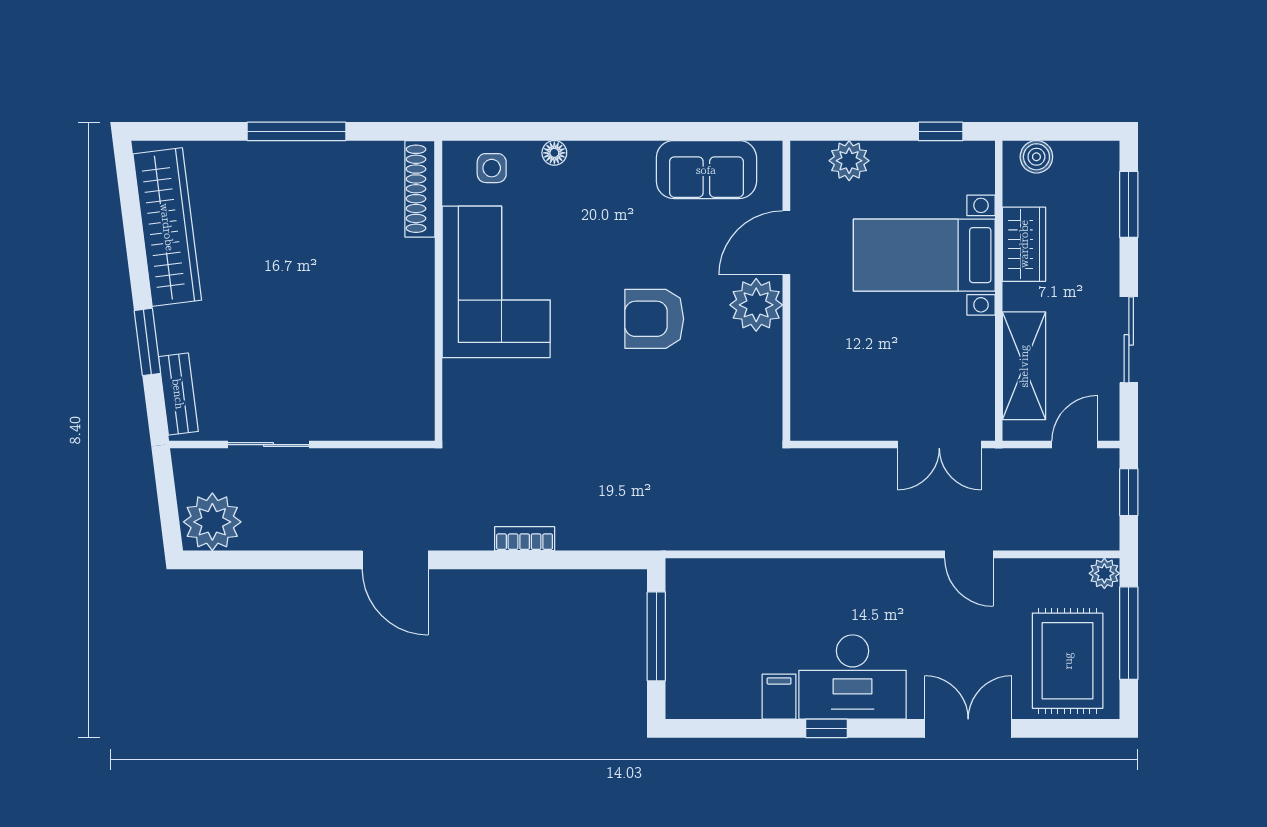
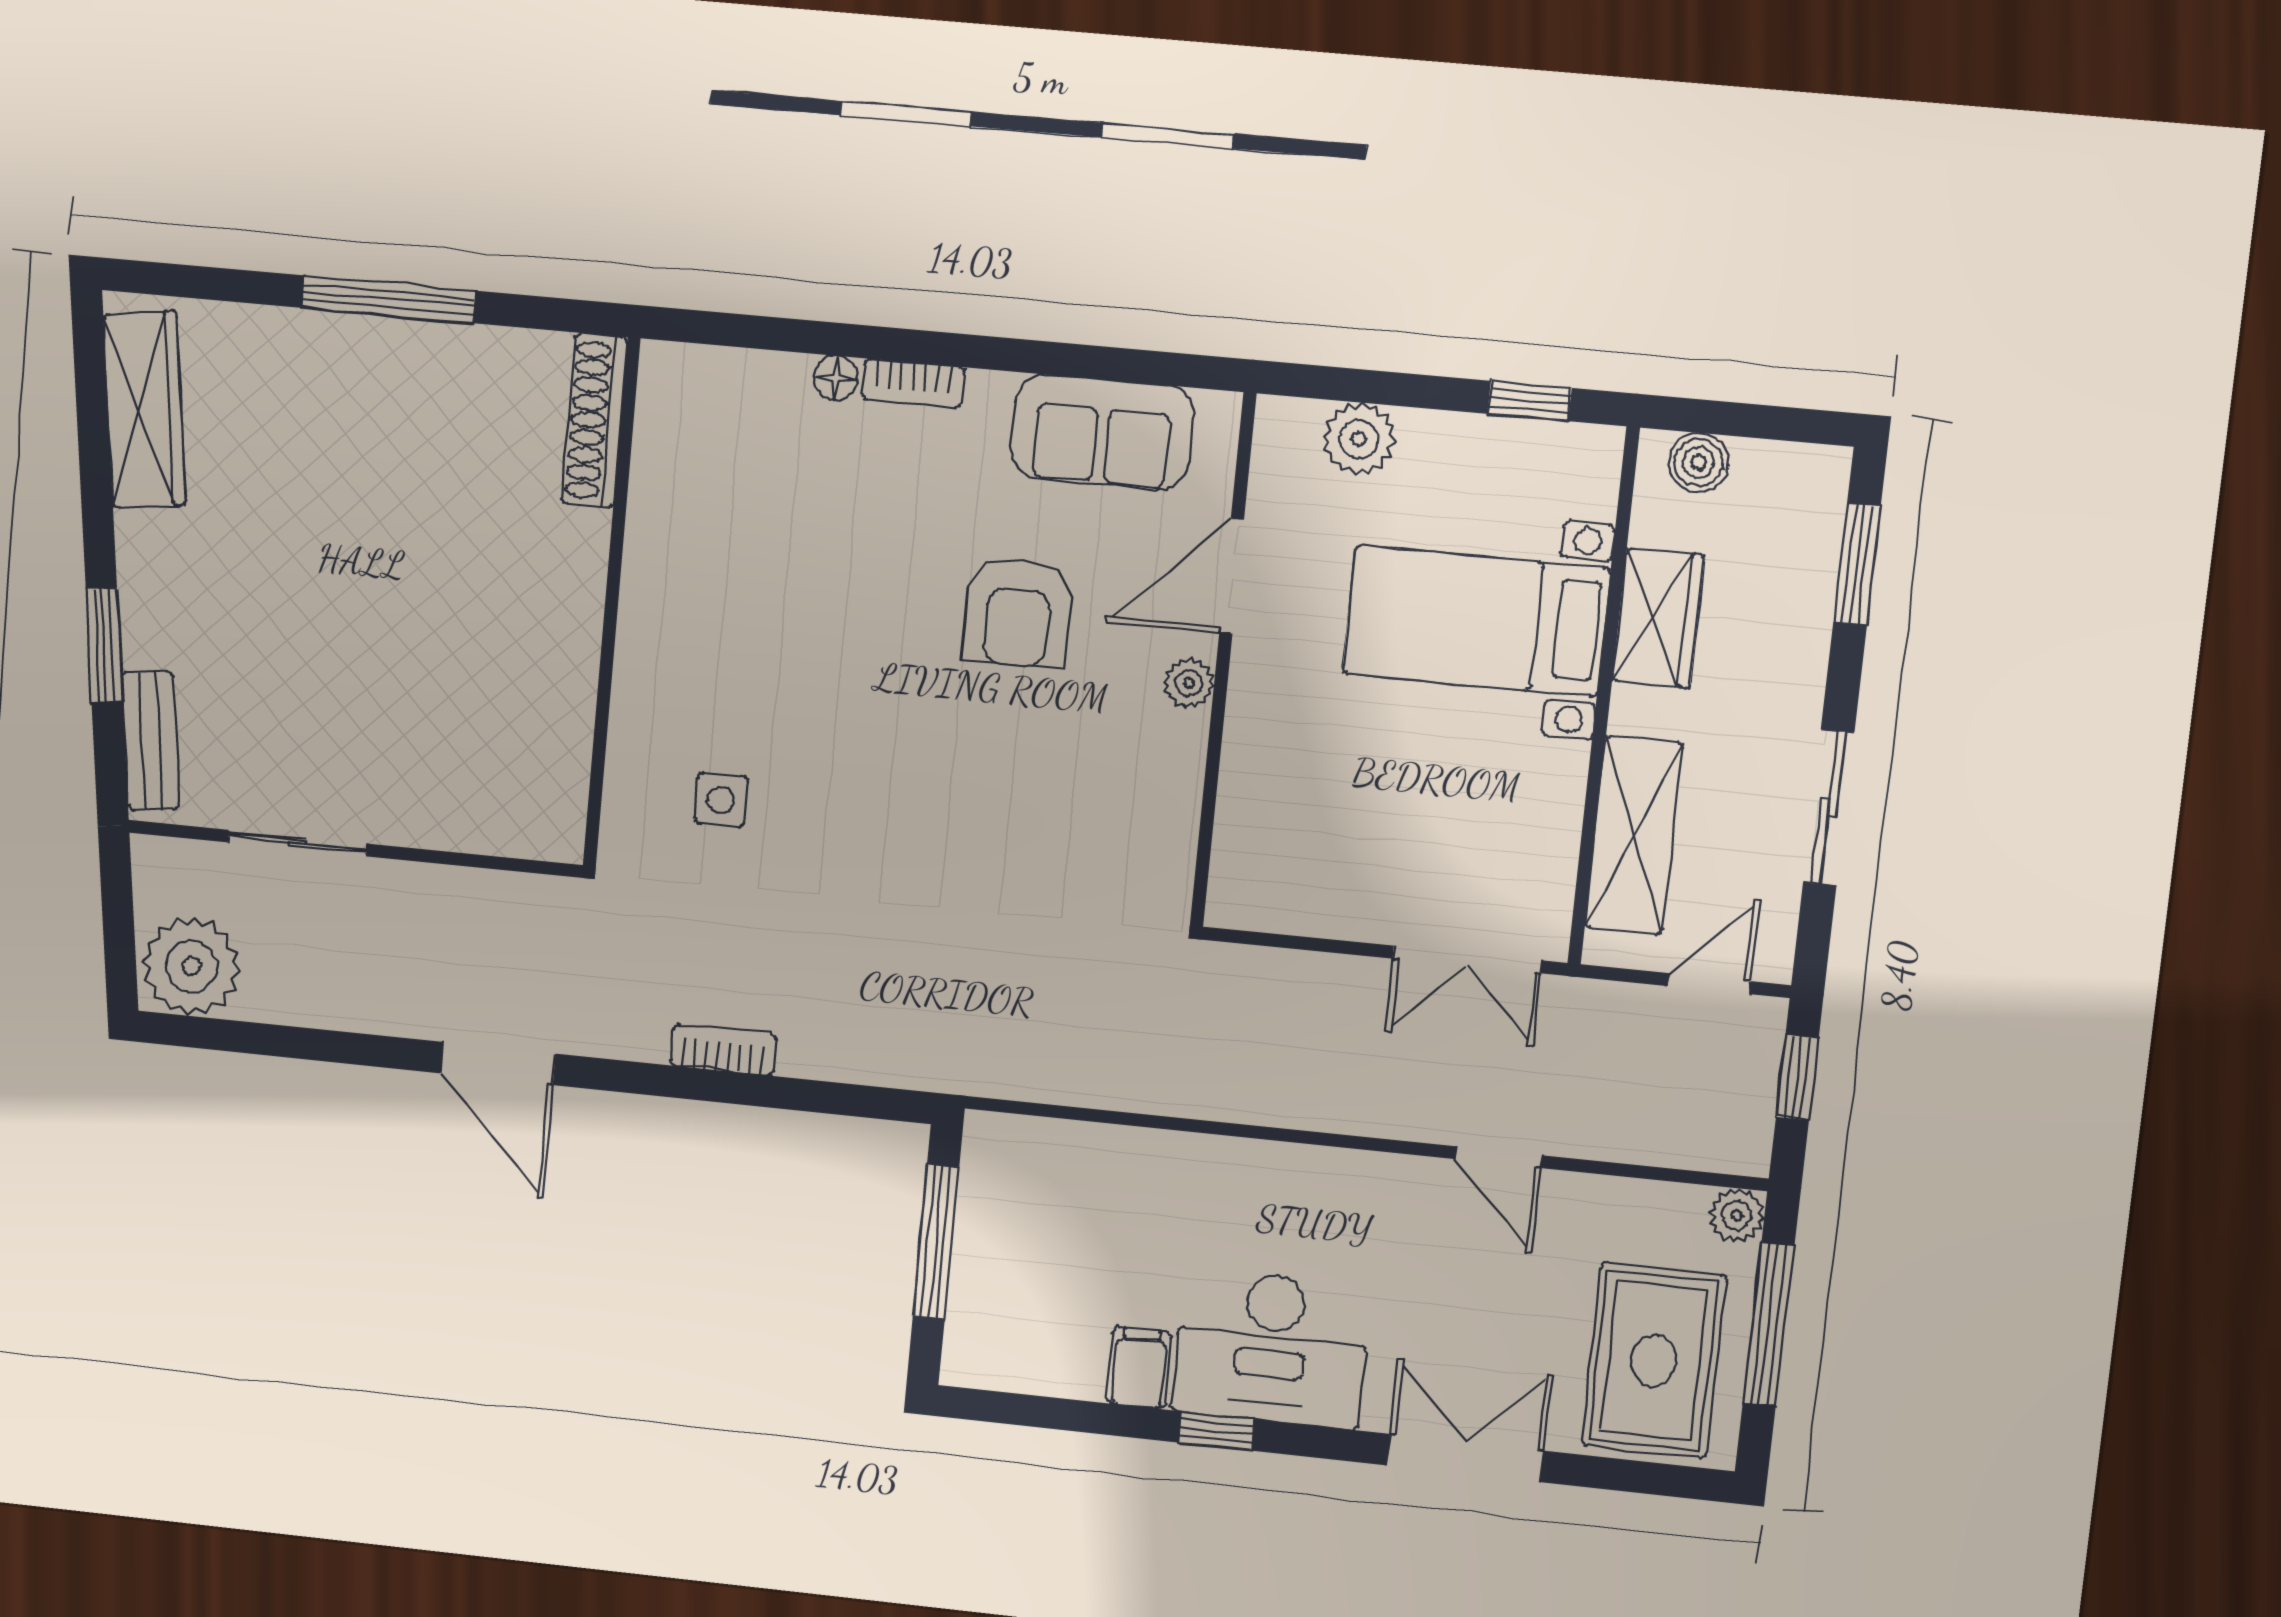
bookcase: (598, 152) -> (913, 383), added
side table: (492, 168) -> (721, 800), moved
wardrobe: (167, 227) -> (144, 410), width x0.71, depth x0.85
corner sofa: (496, 282) -> (713, 597), removed
plant: (756, 305) -> (1189, 683), width x0.53, depth x0.53
armchair: (654, 319) -> (1018, 612), moved, turned -90

